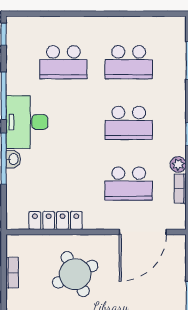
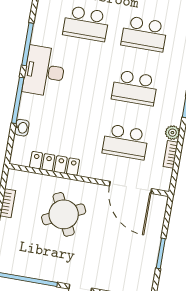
washbasin: (13, 159) -> (22, 128), moved
door: (143, 232) -> (130, 187), hinge flipped

